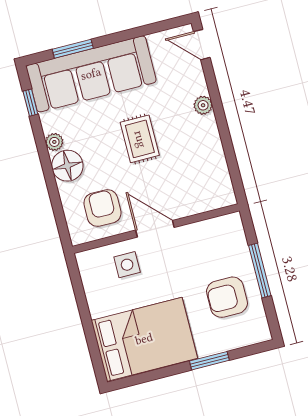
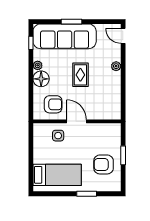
window: (73, 49) -> (72, 22), moved
armchair: (102, 208) -> (53, 104), turned 90
window: (260, 270) -> (123, 155), width x0.69
bed: (144, 339) -> (57, 175), width x0.67

